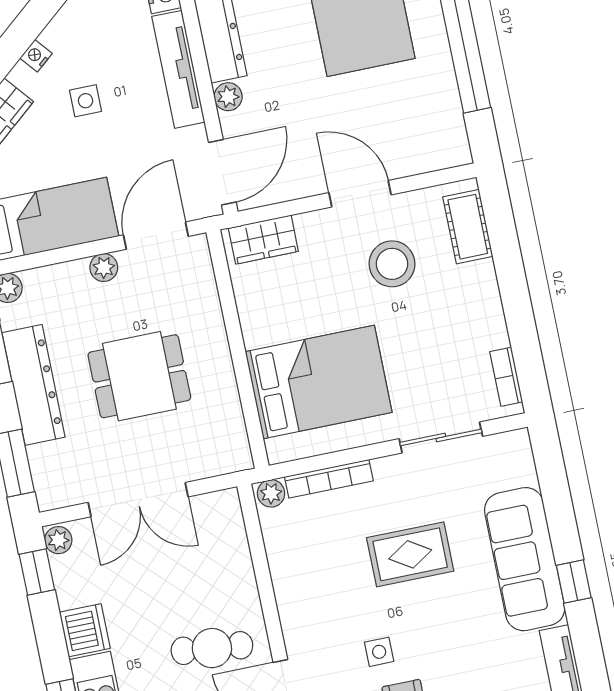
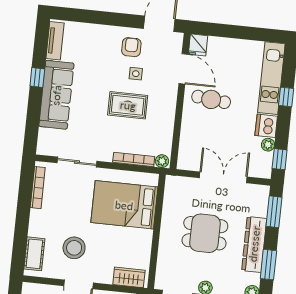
bookcase: (506, 377) -> (38, 188), width x1.56
plant: (58, 540) -> (268, 145), moved
rug: (410, 554) -> (128, 105), moved

